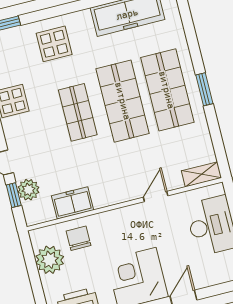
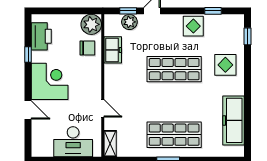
shop shelf: (123, 101) -> (174, 102), removed
shop shelf: (78, 112) -> (174, 69), width x1.43, depth x1.36
plant: (50, 260) -> (91, 24), moved

